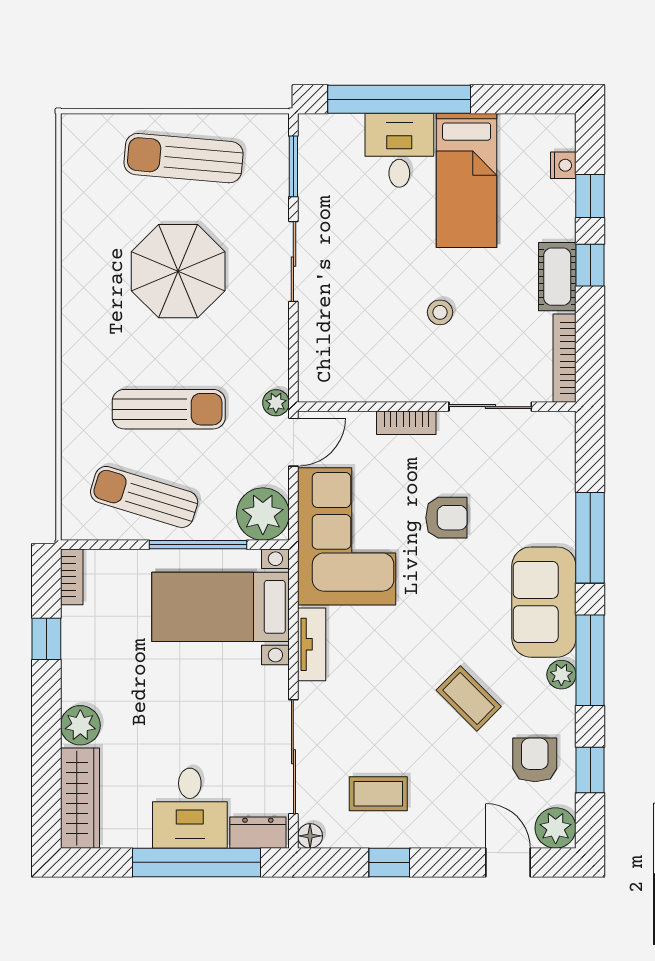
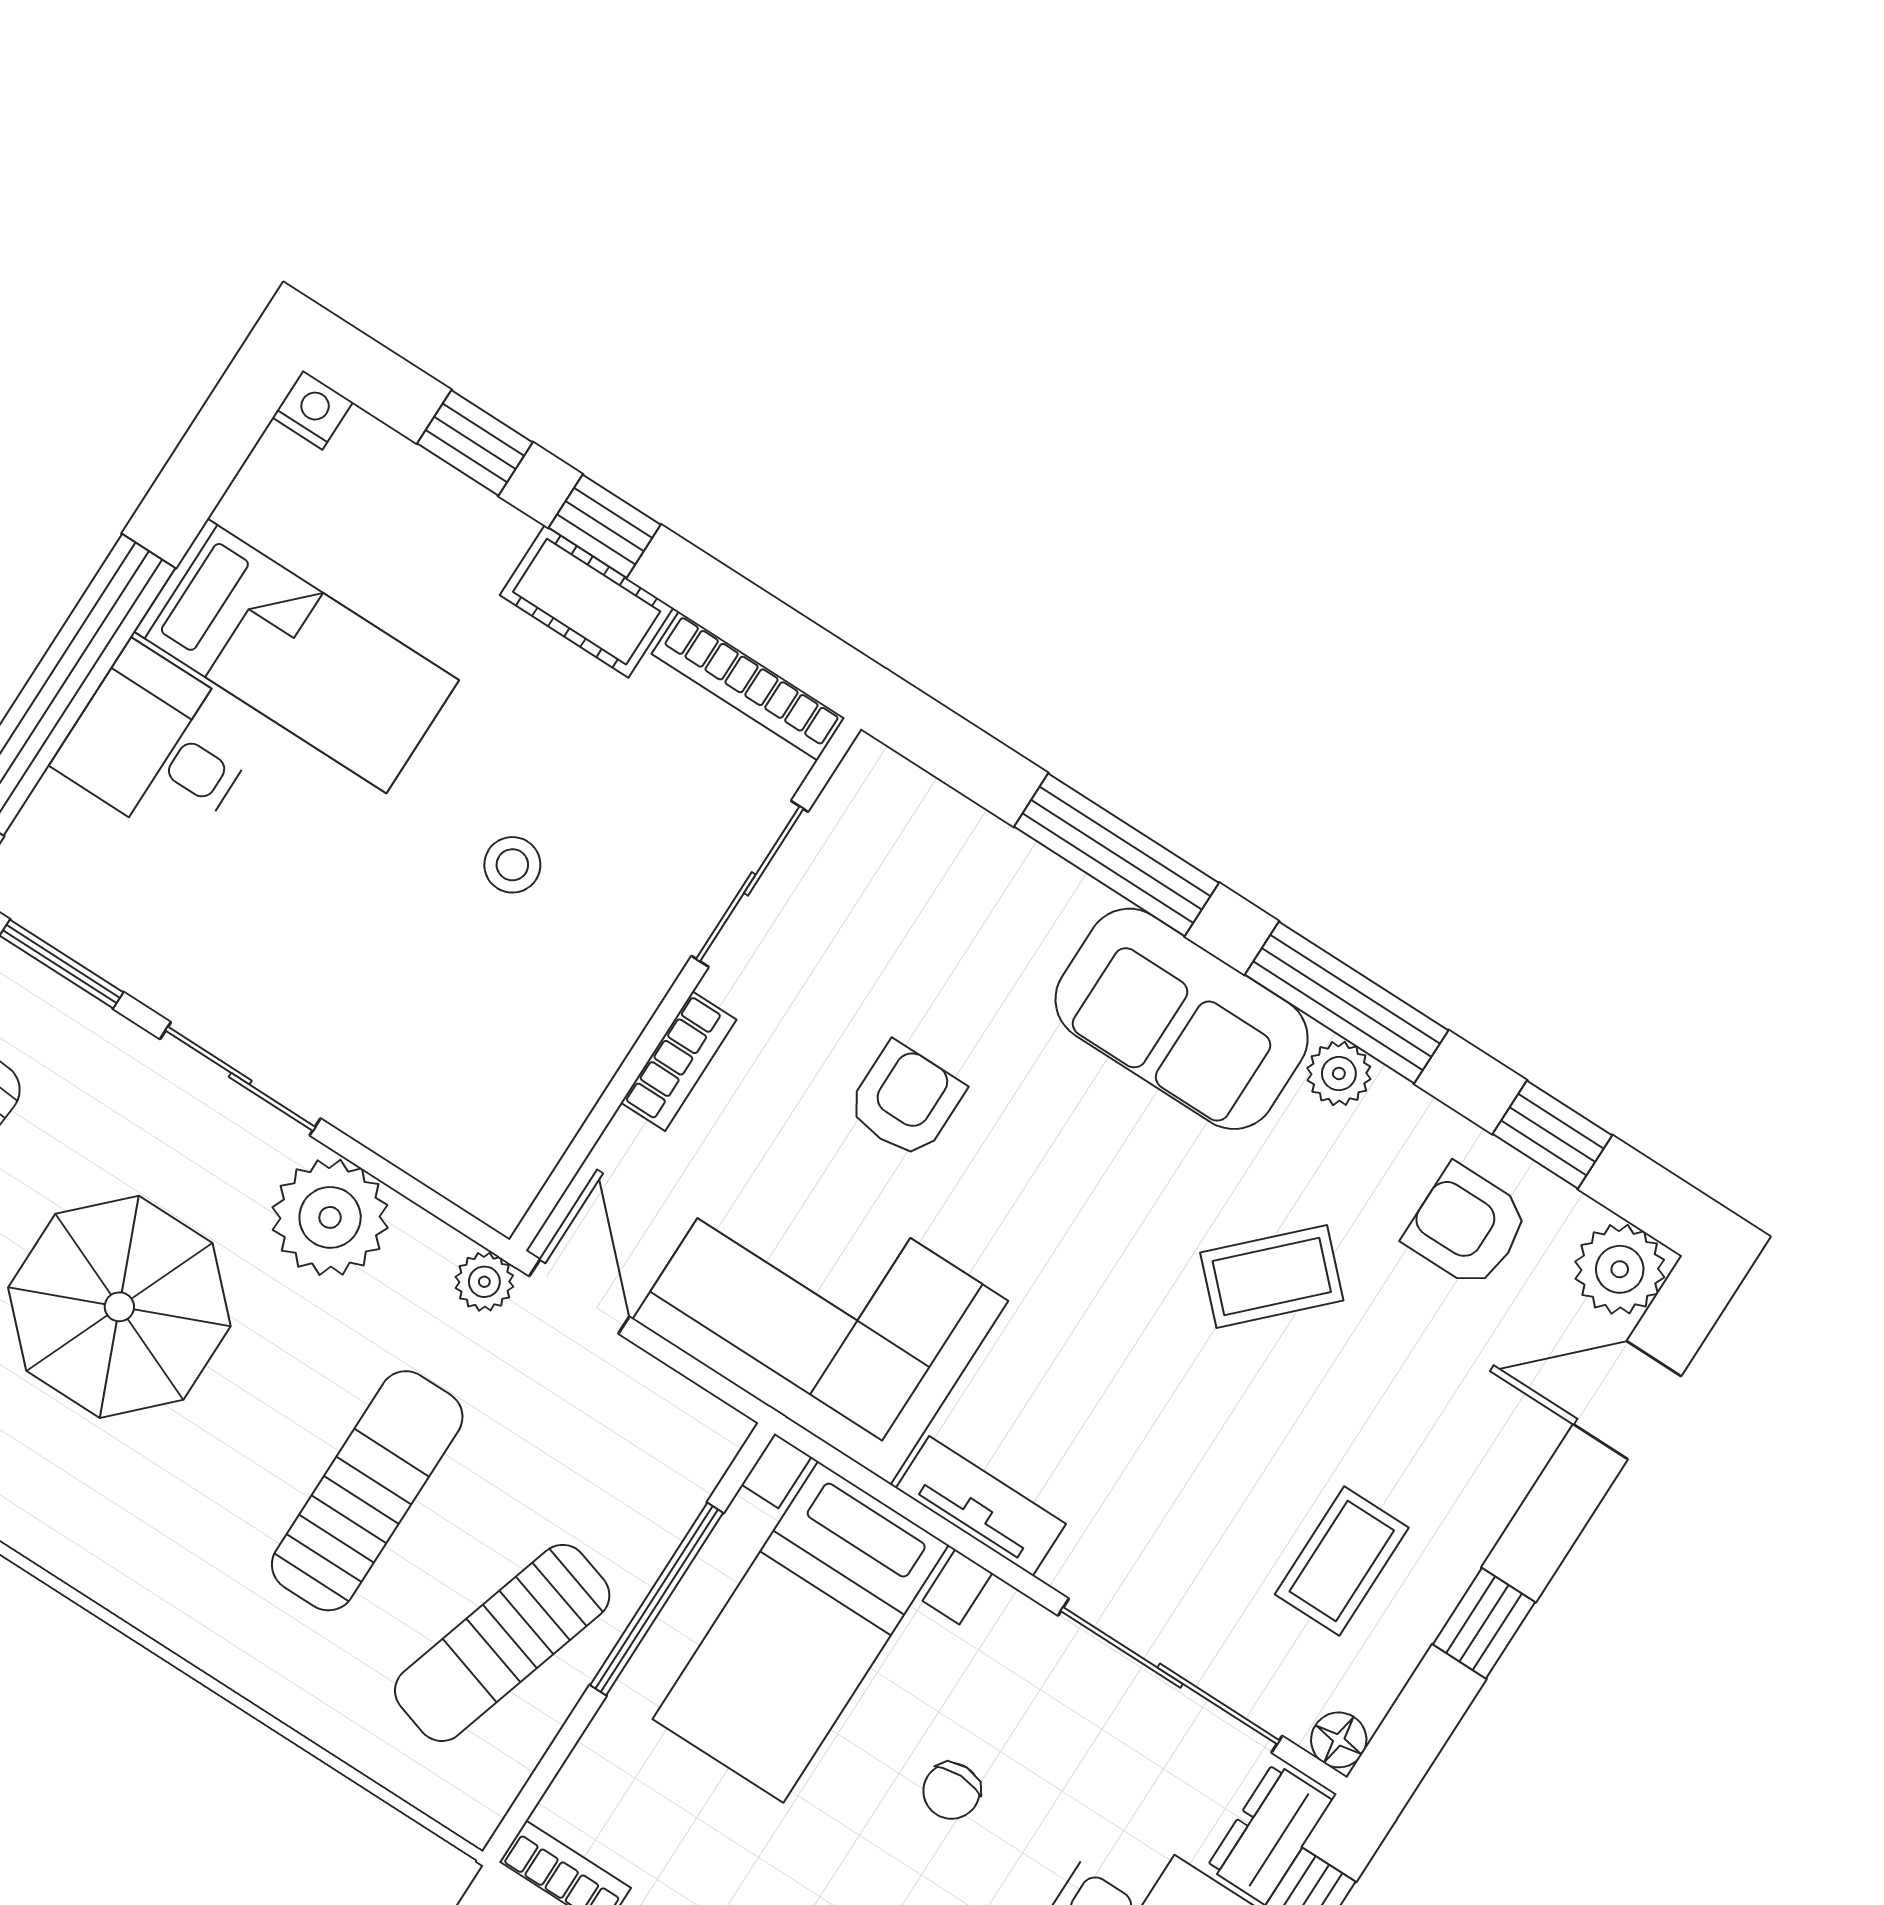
nightstand: (563, 165) -> (313, 410), moved
plant: (263, 514) -> (330, 1217), moved
chair: (197, 702) -> (952, 1791), added

